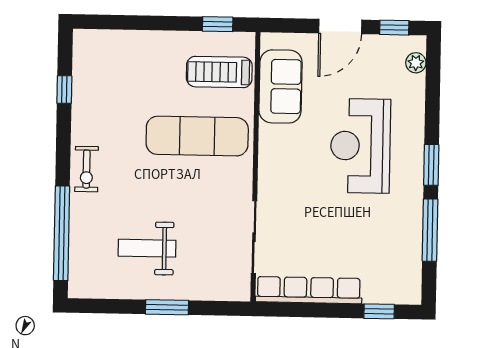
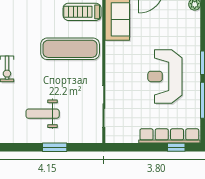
reception desk: (360, 146) -> (165, 76), moved
row of seats: (309, 290) -> (169, 136), moved

